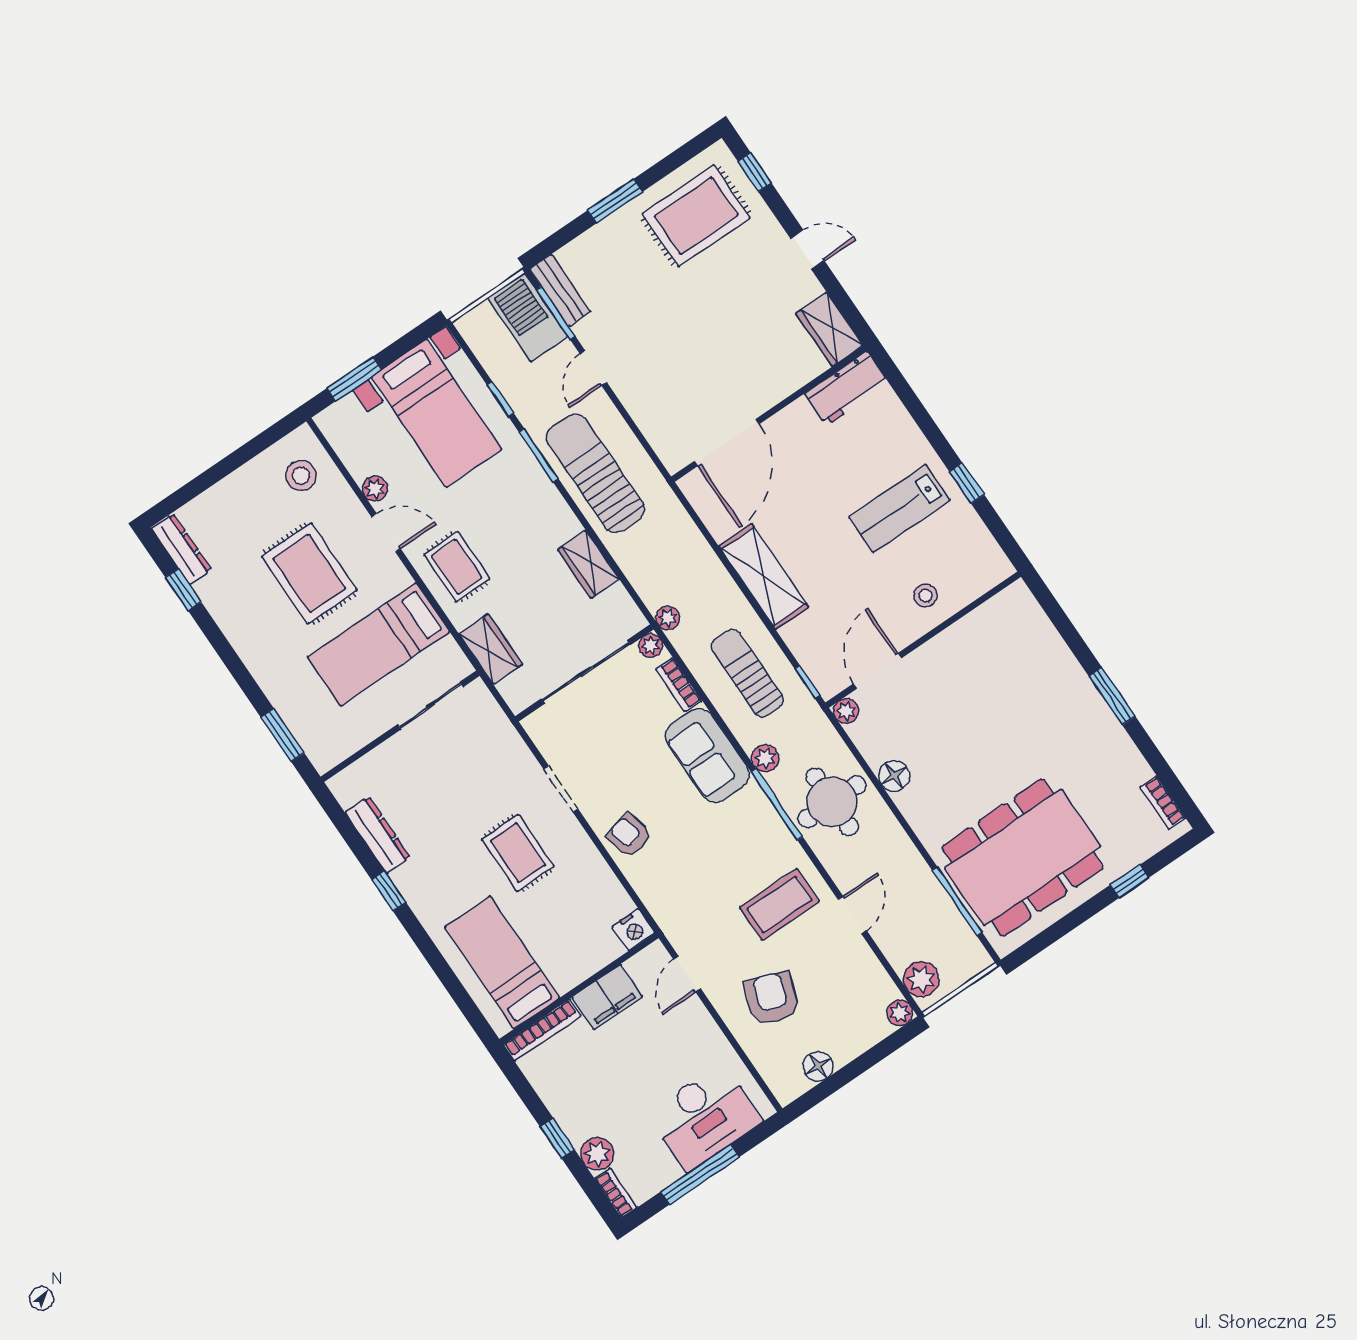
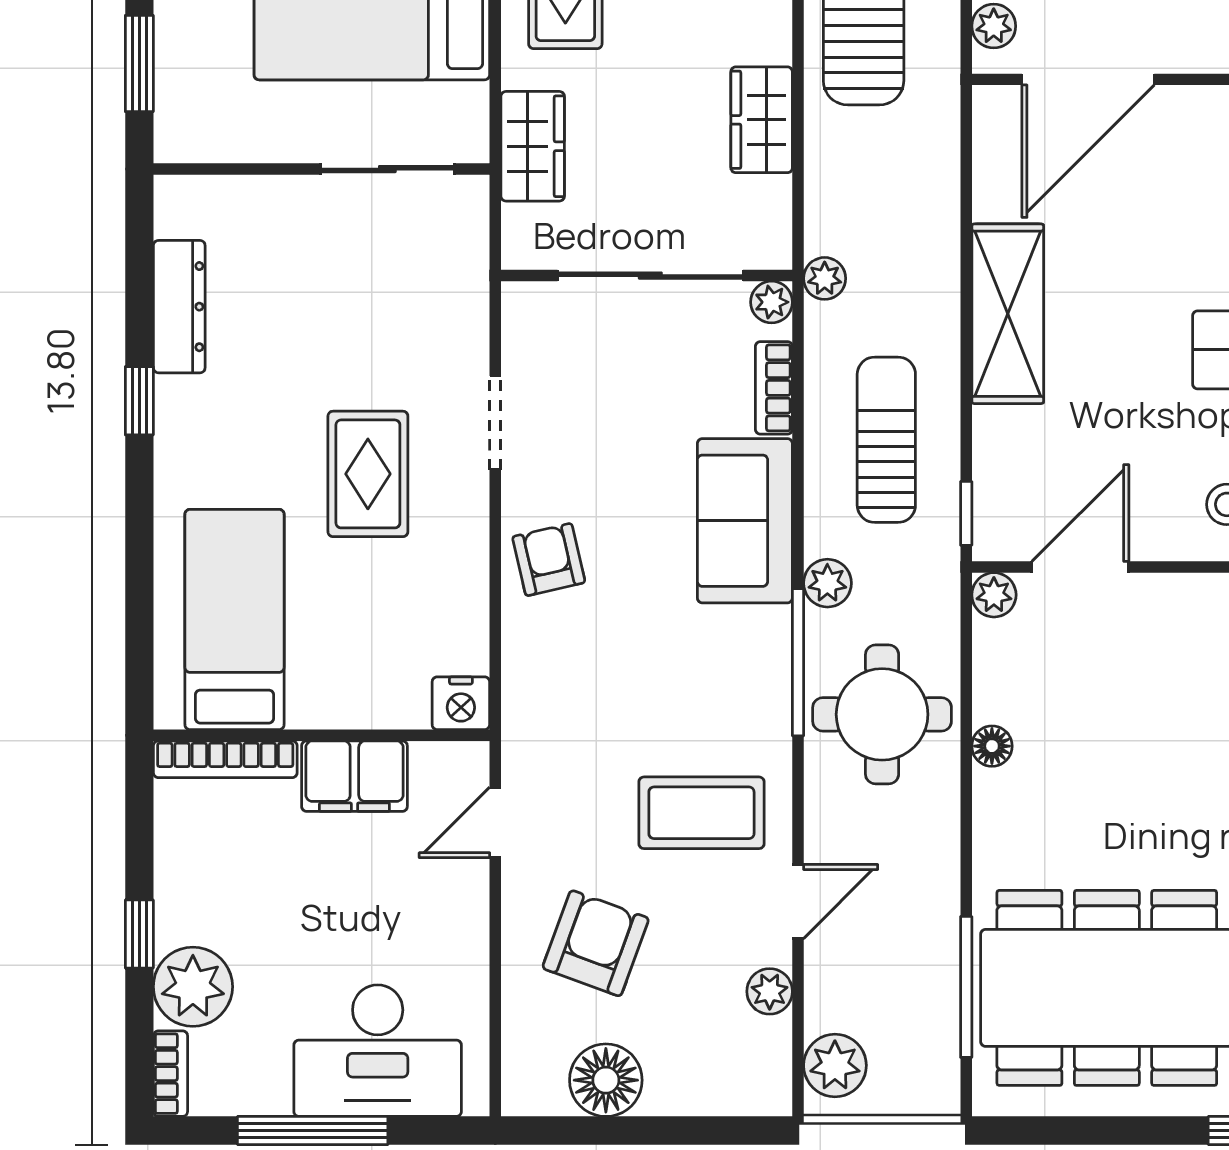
plant: (666, 448) -> (994, 26), added
floor lamp: (894, 776) -> (992, 746), width x0.73, depth x0.73
plant: (900, 1013) -> (770, 991), moved
floor lamp: (818, 1066) -> (606, 1080), width x1.38, depth x1.38
plant: (597, 1154) -> (193, 987), width x1.36, depth x1.36

